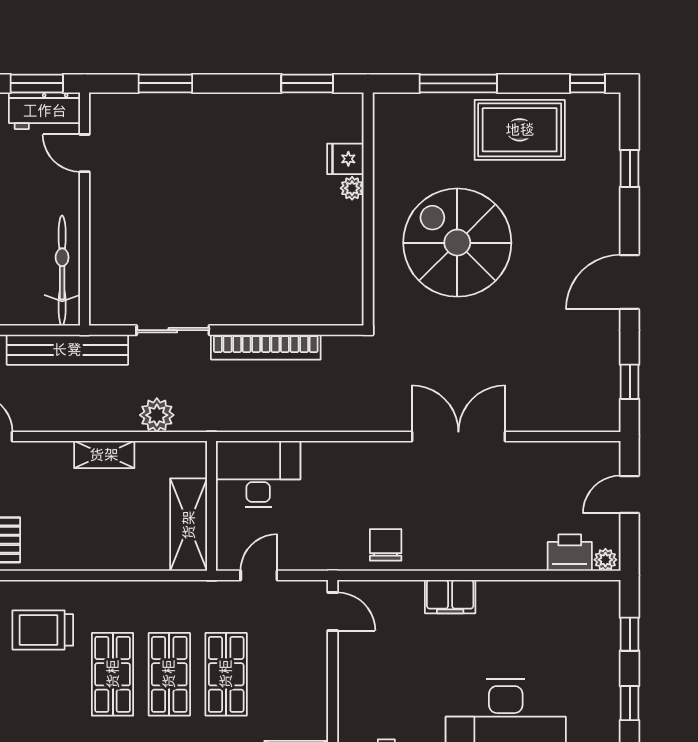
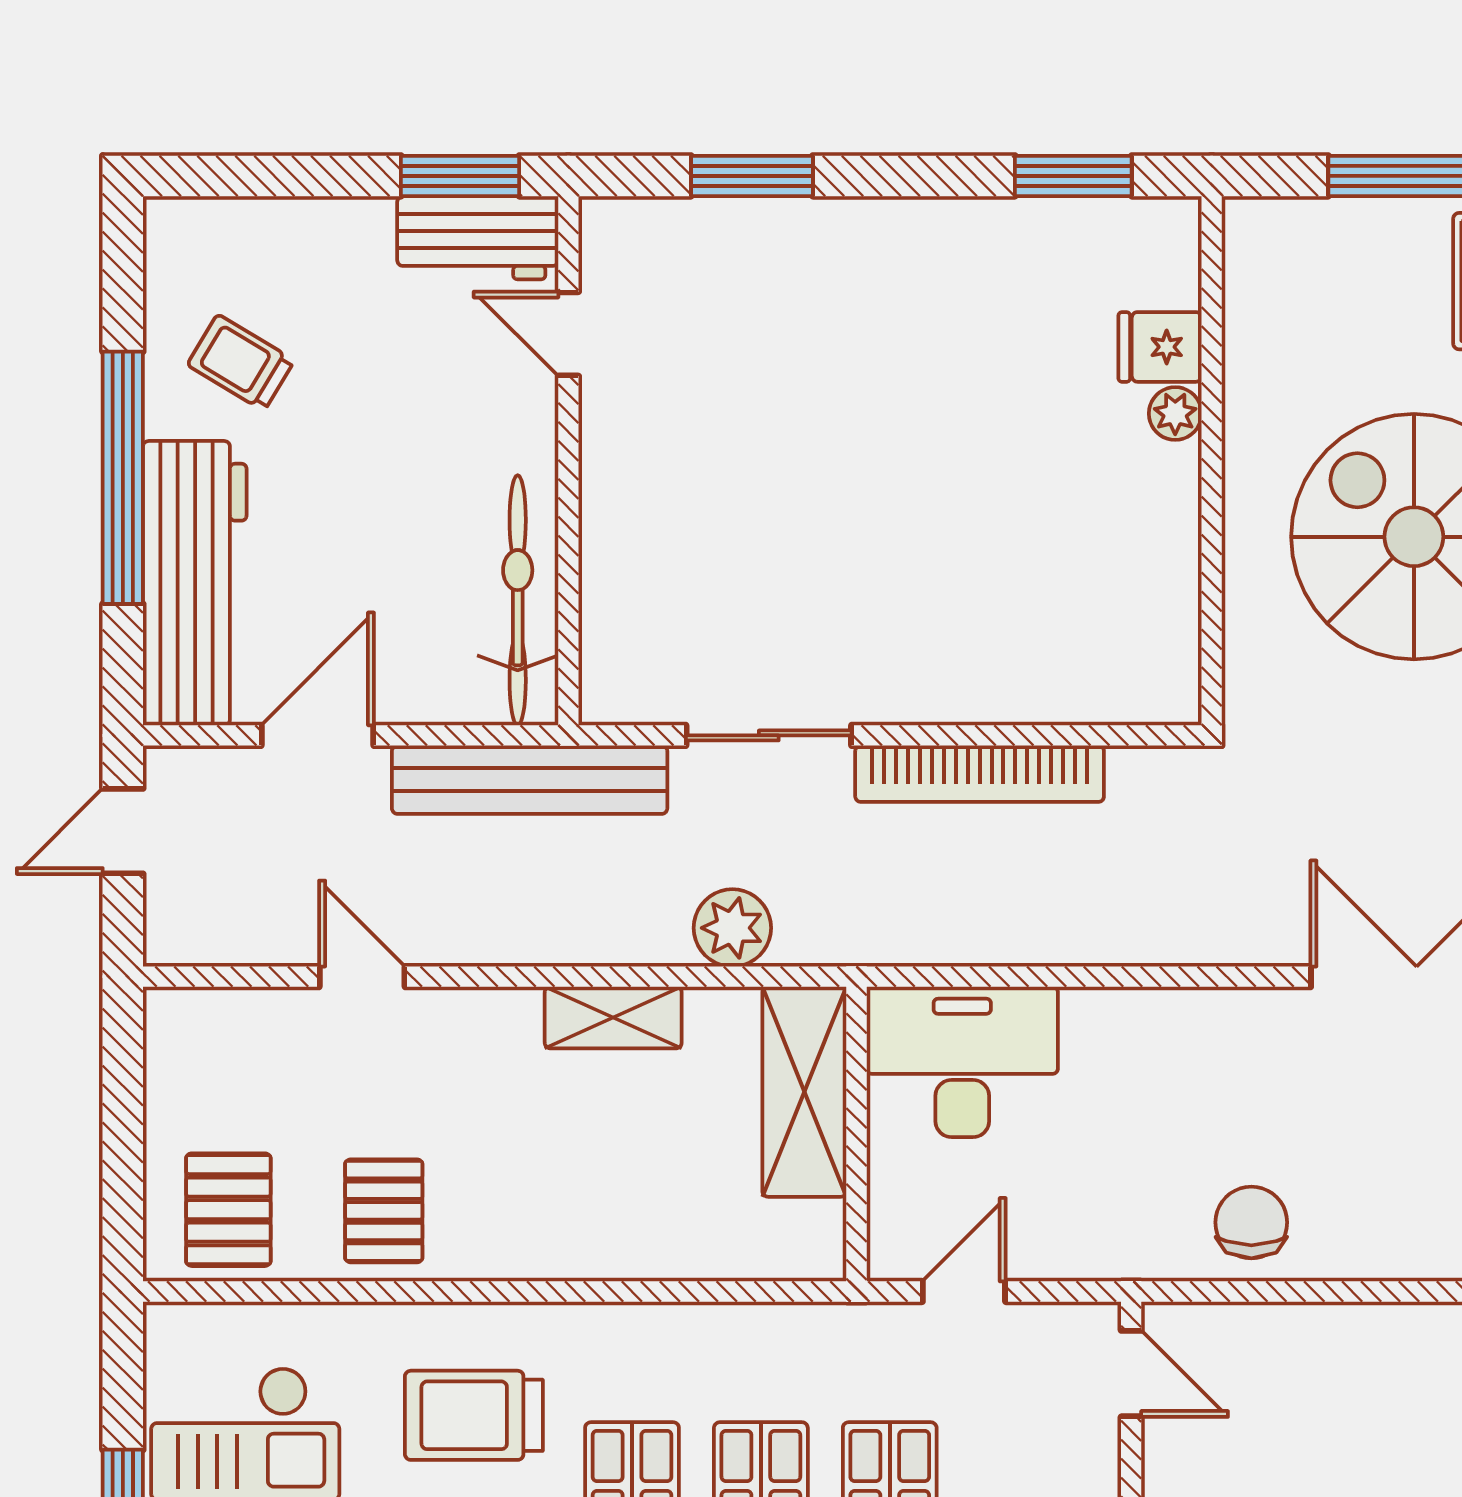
shelving: (189, 525) -> (804, 1092), moved
filing cabinet: (450, 597) -> (1398, 1340), removed

